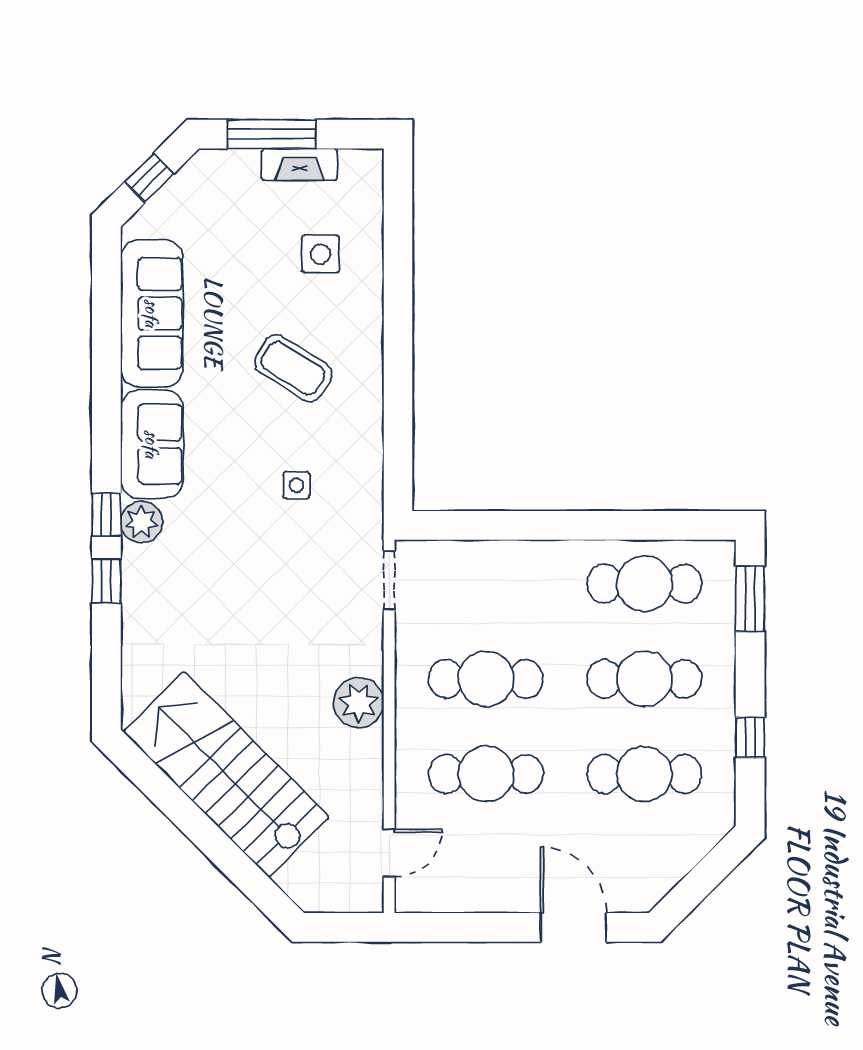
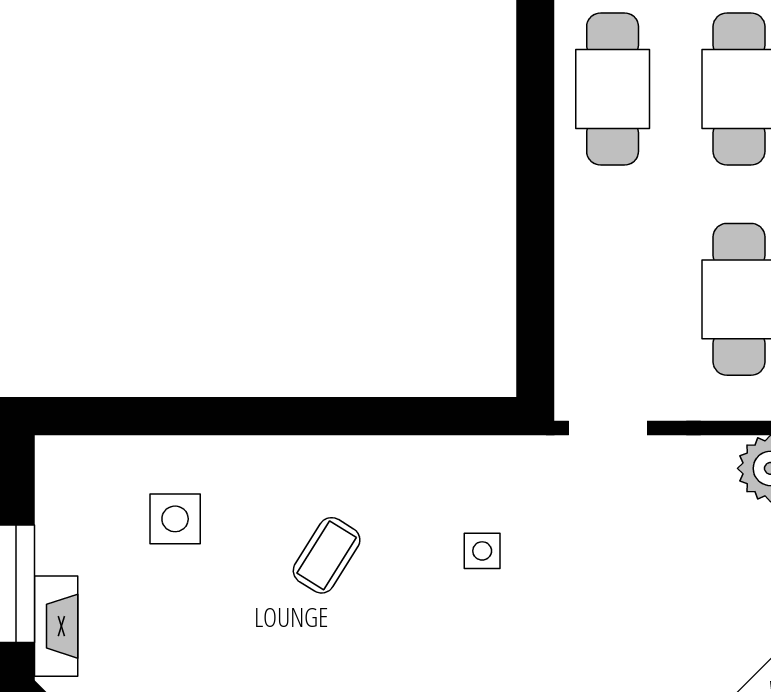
fireplace: (300, 164) -> (56, 626), moved
coffee table: (293, 368) -> (327, 555), width x0.73, depth x0.77

